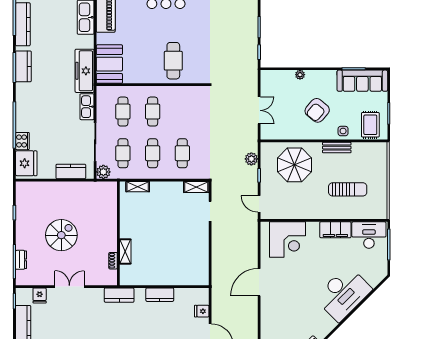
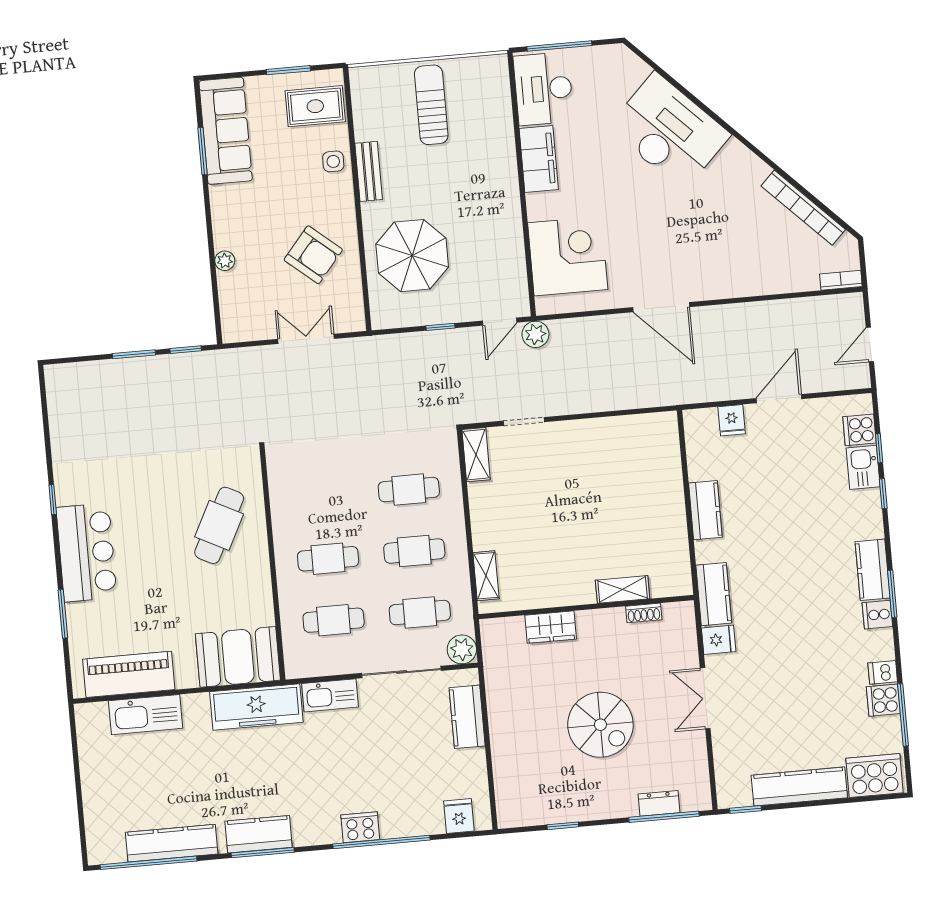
cafe table: (173, 61) -> (219, 525), turned -63
armchair: (317, 110) -> (313, 255), moved
cooker: (22, 141) -> (360, 827), moved
plant: (251, 159) -> (535, 334), moved
fridge: (26, 163) -> (459, 816), width x0.53, depth x0.75
sun lounger: (348, 189) -> (431, 105), moved
wardrobe: (110, 215) -> (551, 627), added
spiral stairs: (61, 235) -> (600, 725), turned 180
fridge: (40, 295) -> (719, 640), moved

